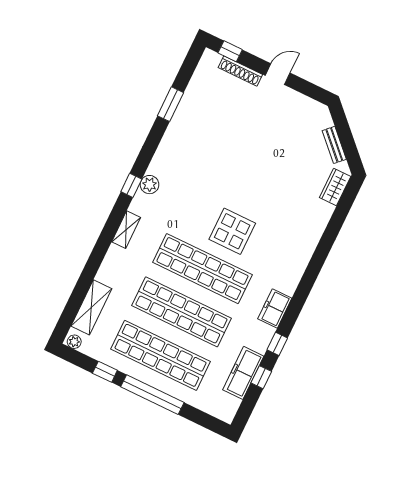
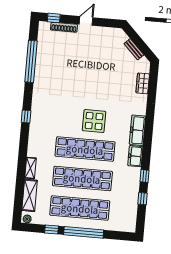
window: (171, 104) -> (31, 61), width x2.11
plant: (150, 185) -> (36, 112), removed
wardrobe: (335, 187) -> (143, 83), moved
shelving: (126, 230) -> (30, 168), moved
freezer: (243, 373) -> (137, 130), moved

